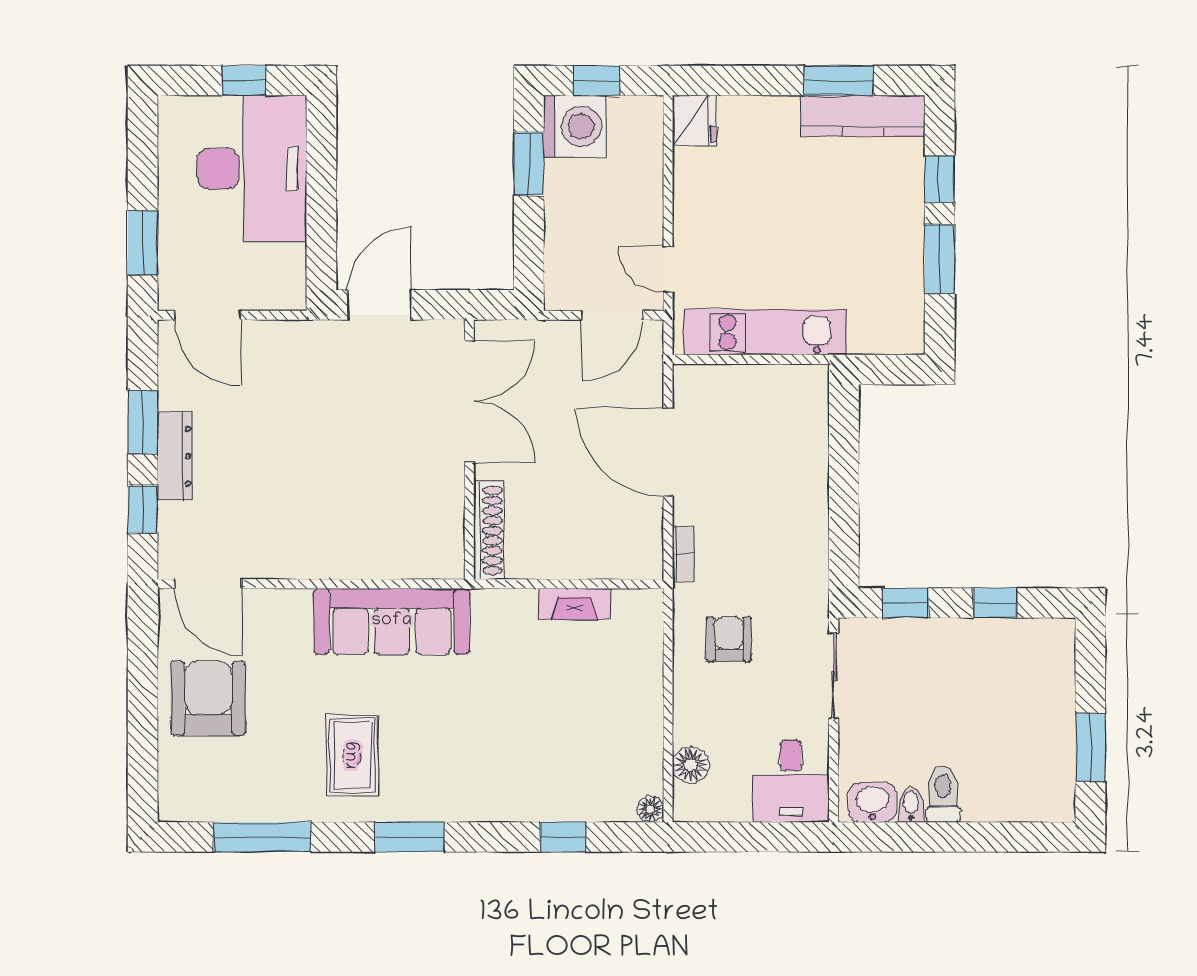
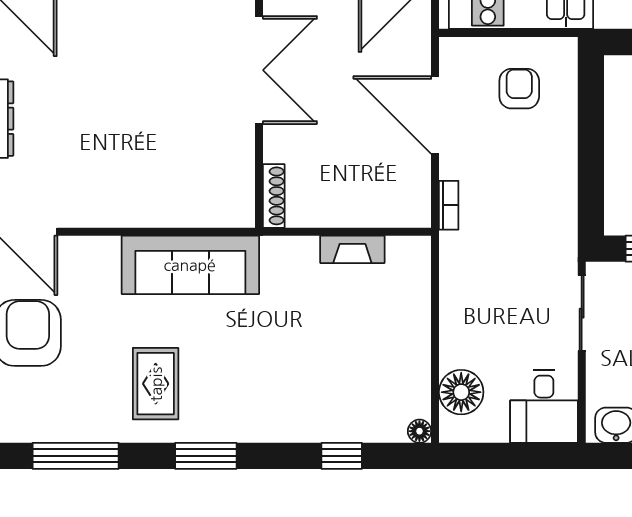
shoe rack: (489, 531) -> (274, 196), width x0.74, depth x0.81
armchair: (729, 639) -> (519, 89), moved
floor lamp: (691, 765) -> (461, 392), width x1.38, depth x1.38

